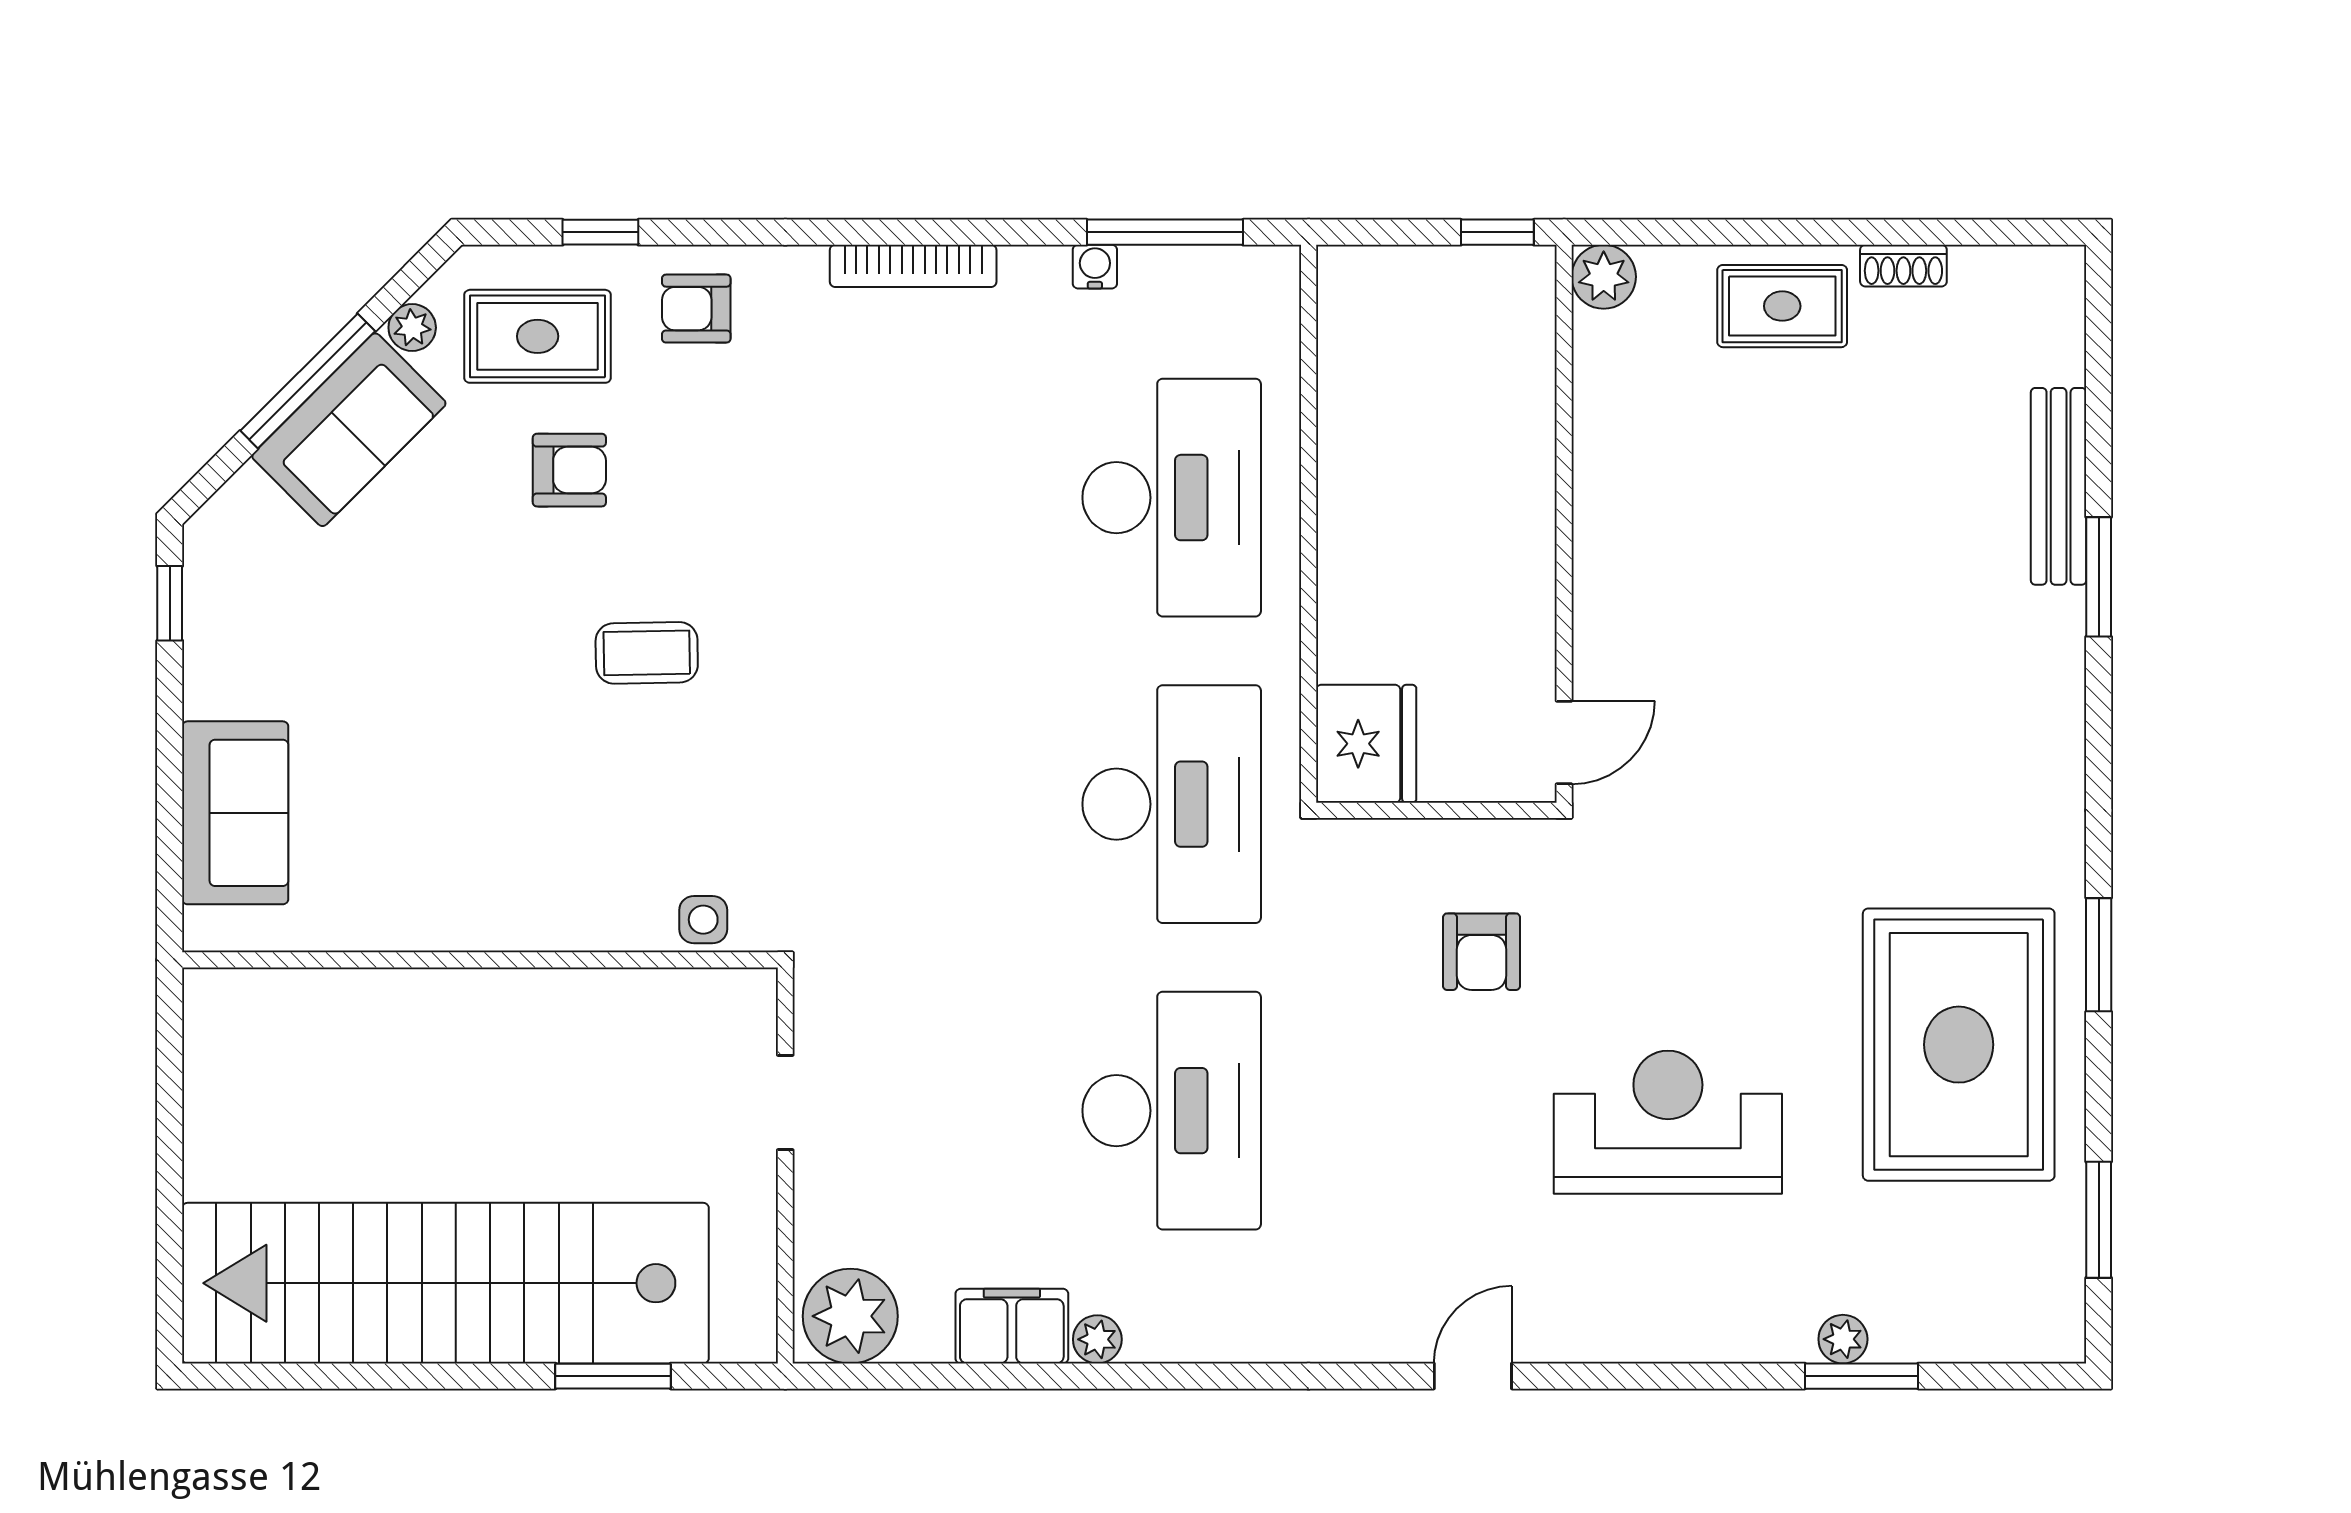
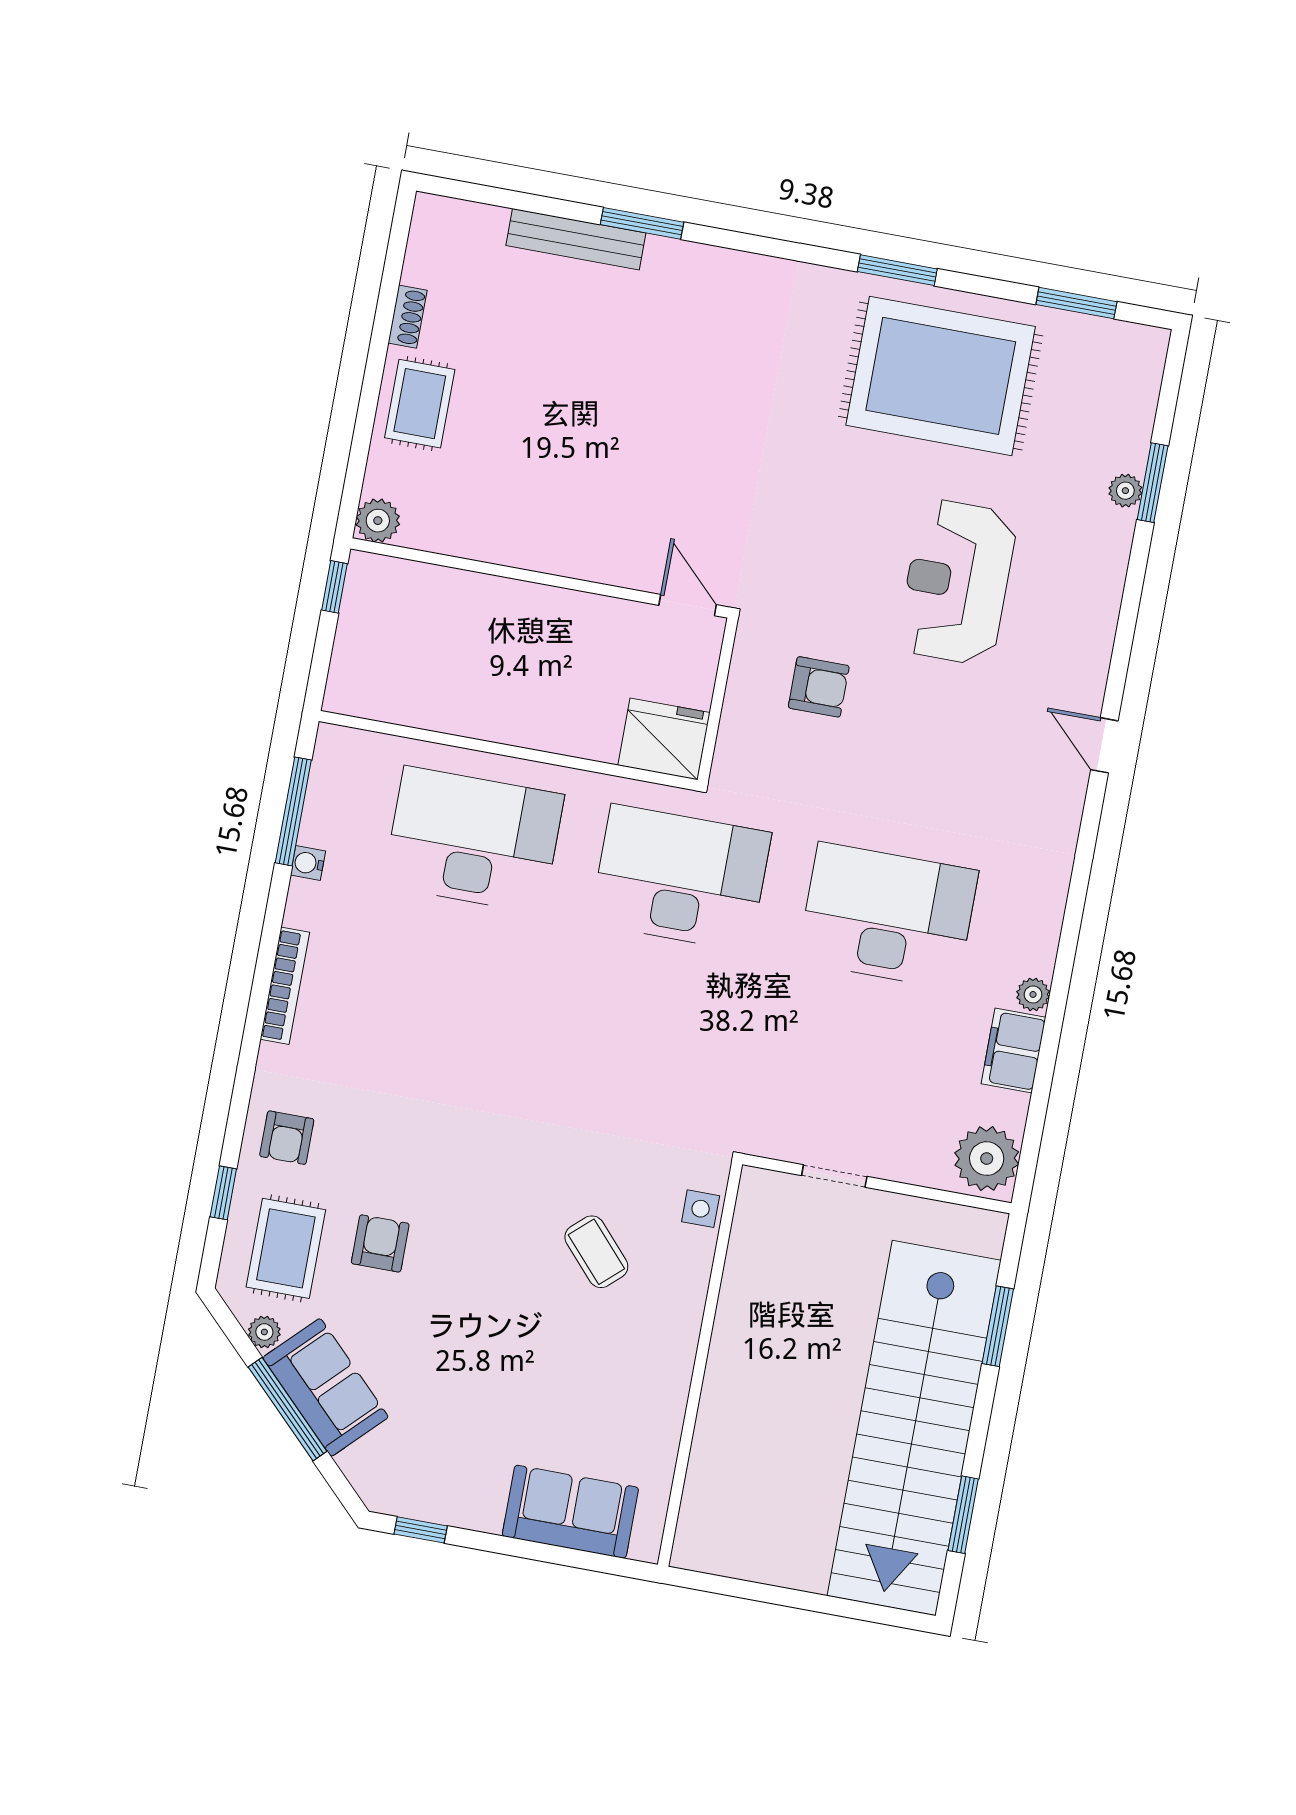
coffee table: (647, 653) -> (596, 1252), moved, turned -41
window: (334, 1376) -> (963, 1515), added

